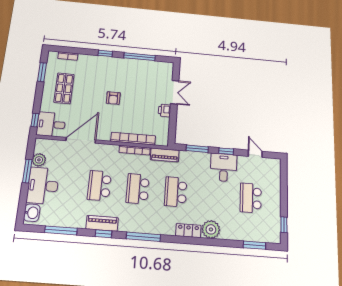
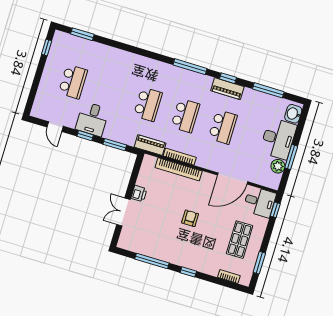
plant: (211, 229) -> (122, 59), removed
locker: (188, 231) -> (144, 63), removed

